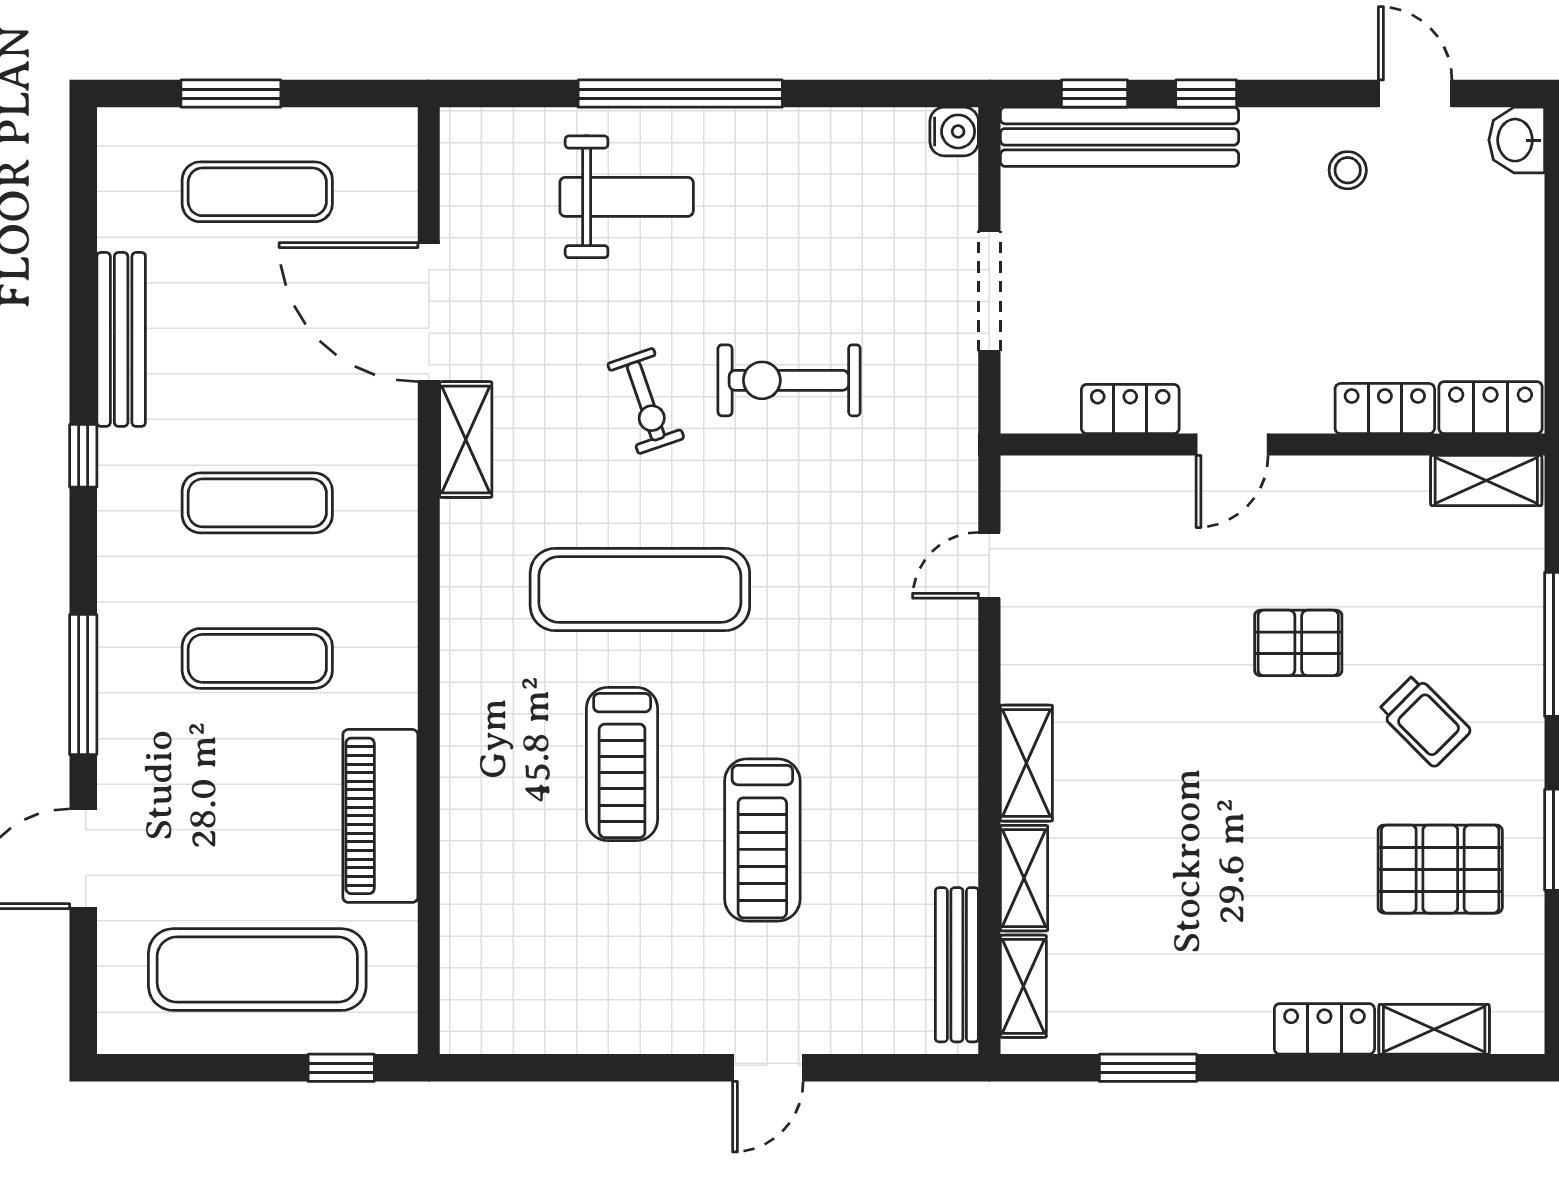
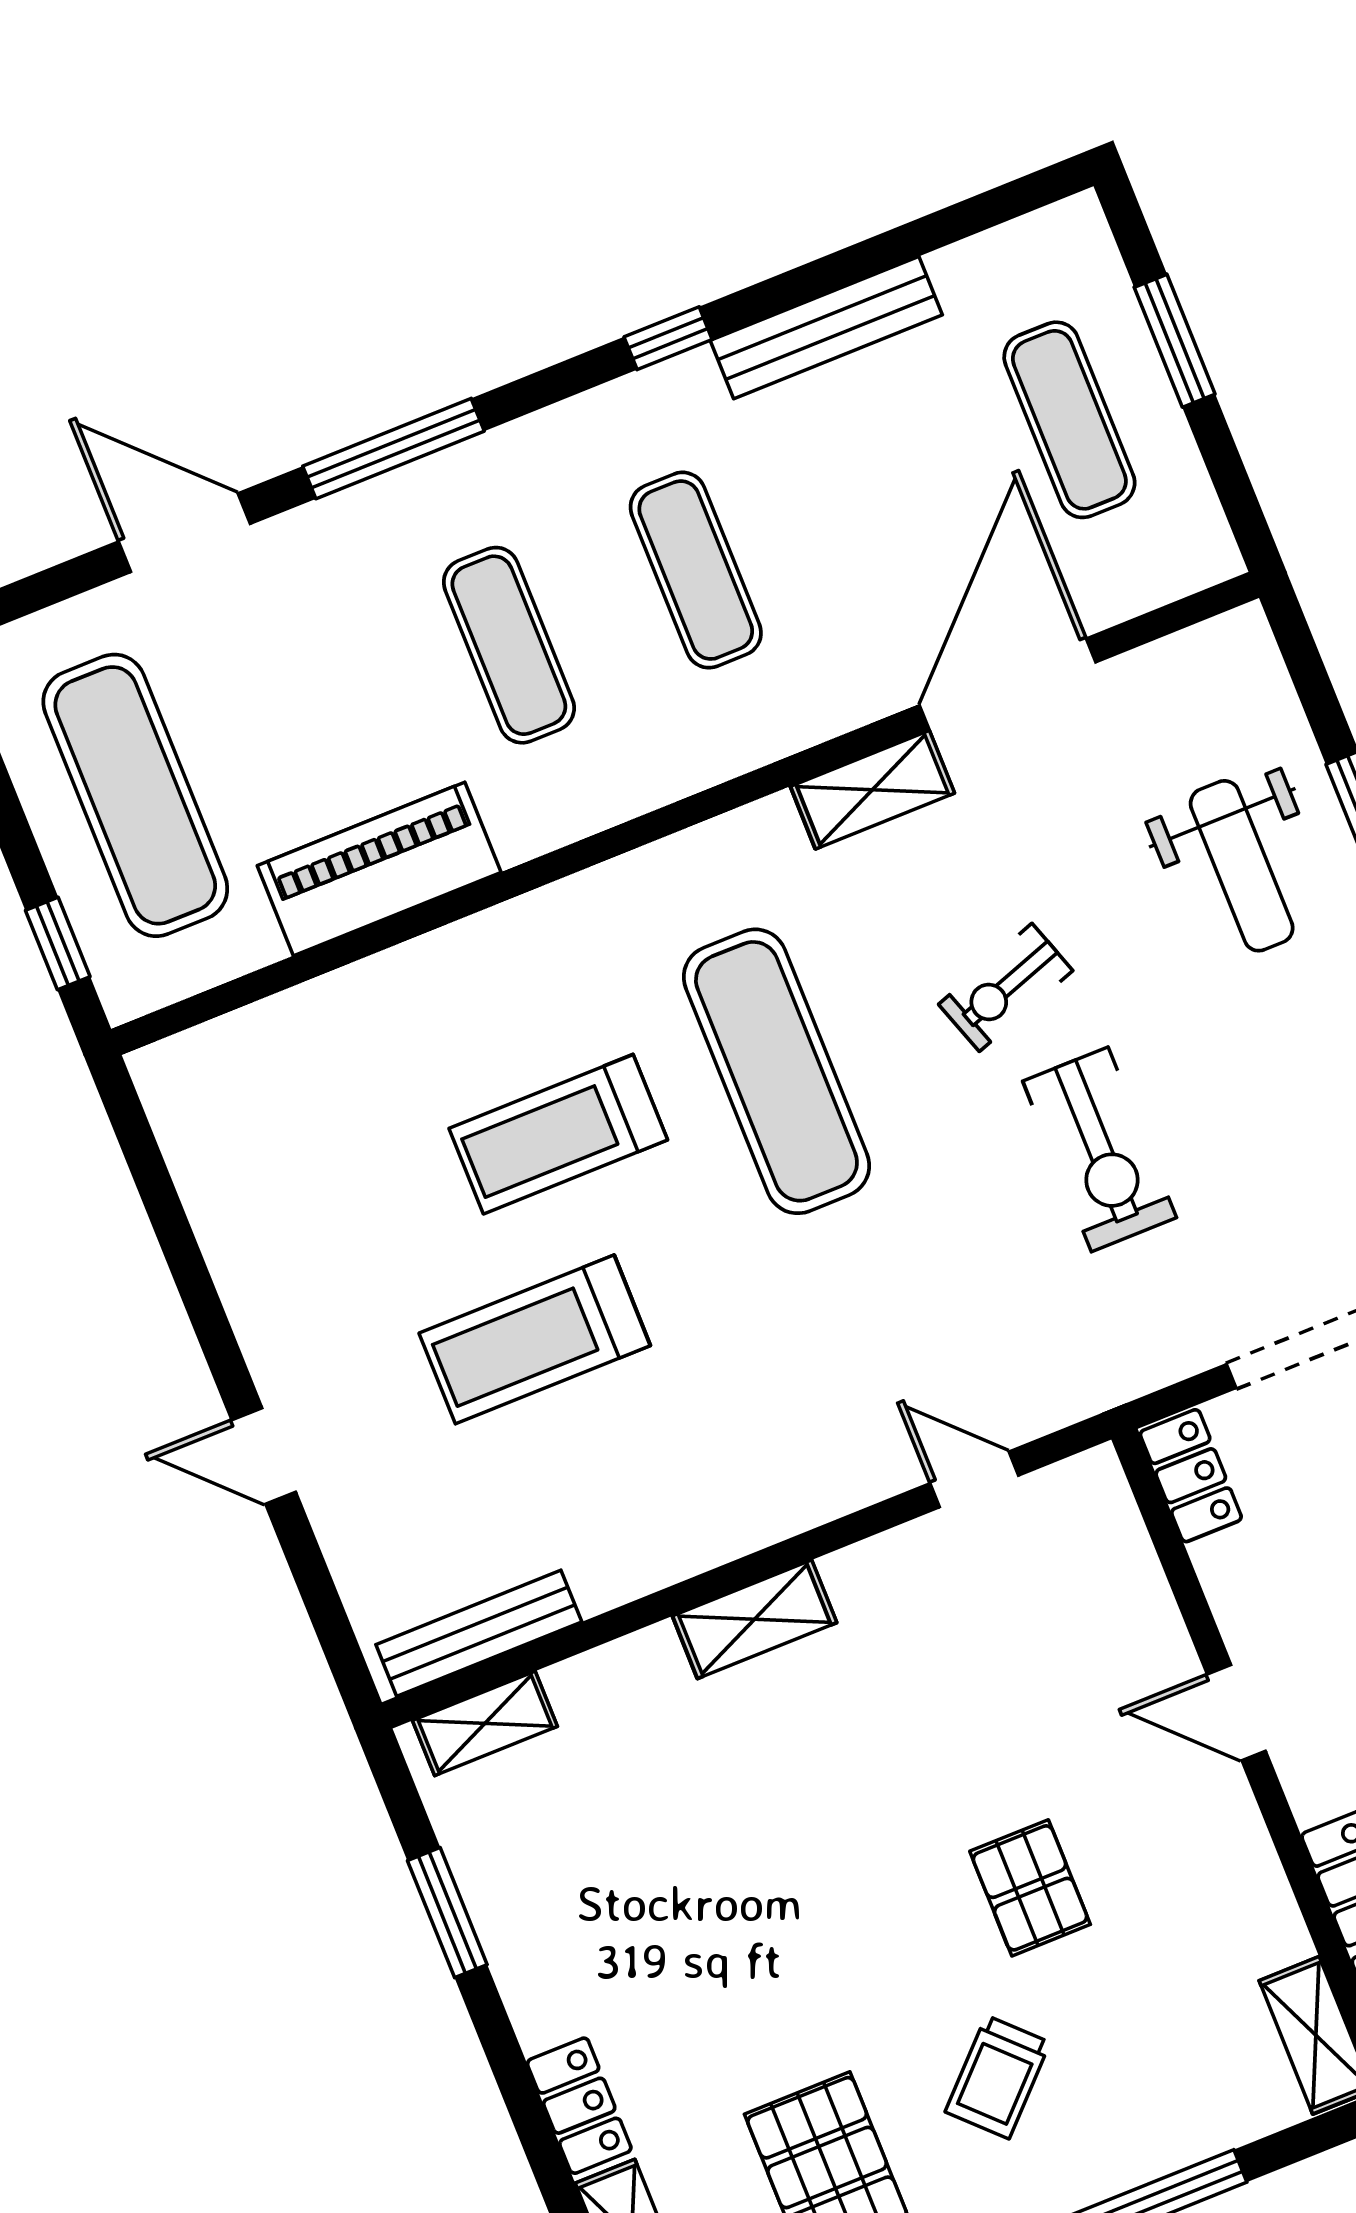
exercise bike: (789, 380) -> (1100, 1149), turned 180
locker: (1130, 409) -> (1191, 1476), moved
shelving: (1024, 878) -> (615, 1672), removed

